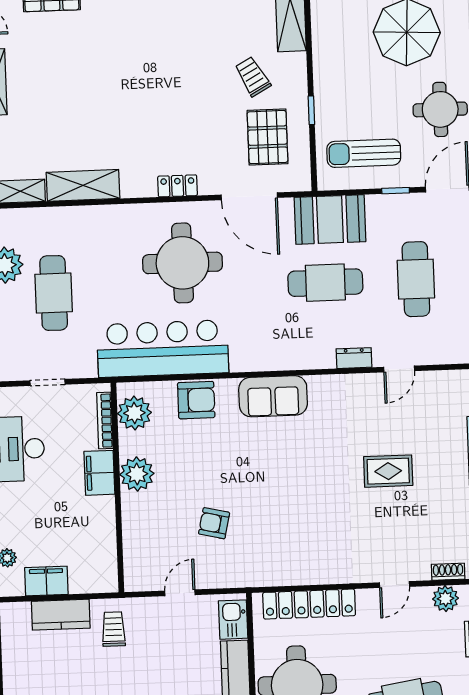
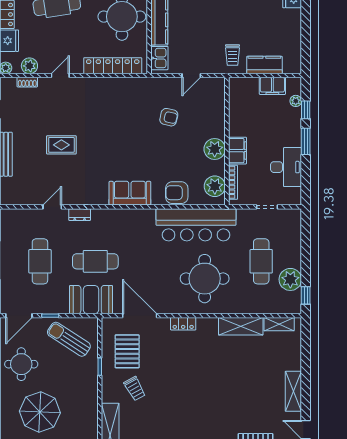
sun lounger: (364, 153) -> (69, 339), turned -147
round table: (182, 263) -> (205, 279), moved

